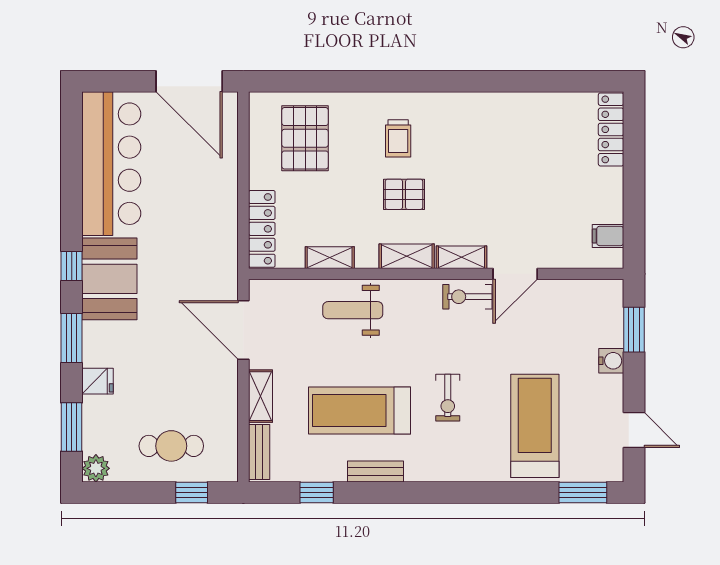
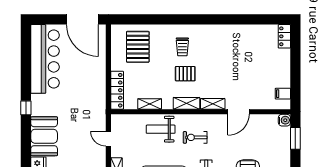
locker: (611, 129) -> (284, 36), width x0.66
booth: (109, 279) -> (44, 136), moved
exercise bike: (467, 297) -> (195, 137), moved
door: (243, 330) -> (108, 139), width x0.53
window: (72, 338) -> (26, 142), removed
water cooler: (611, 361) -> (284, 120), moved

